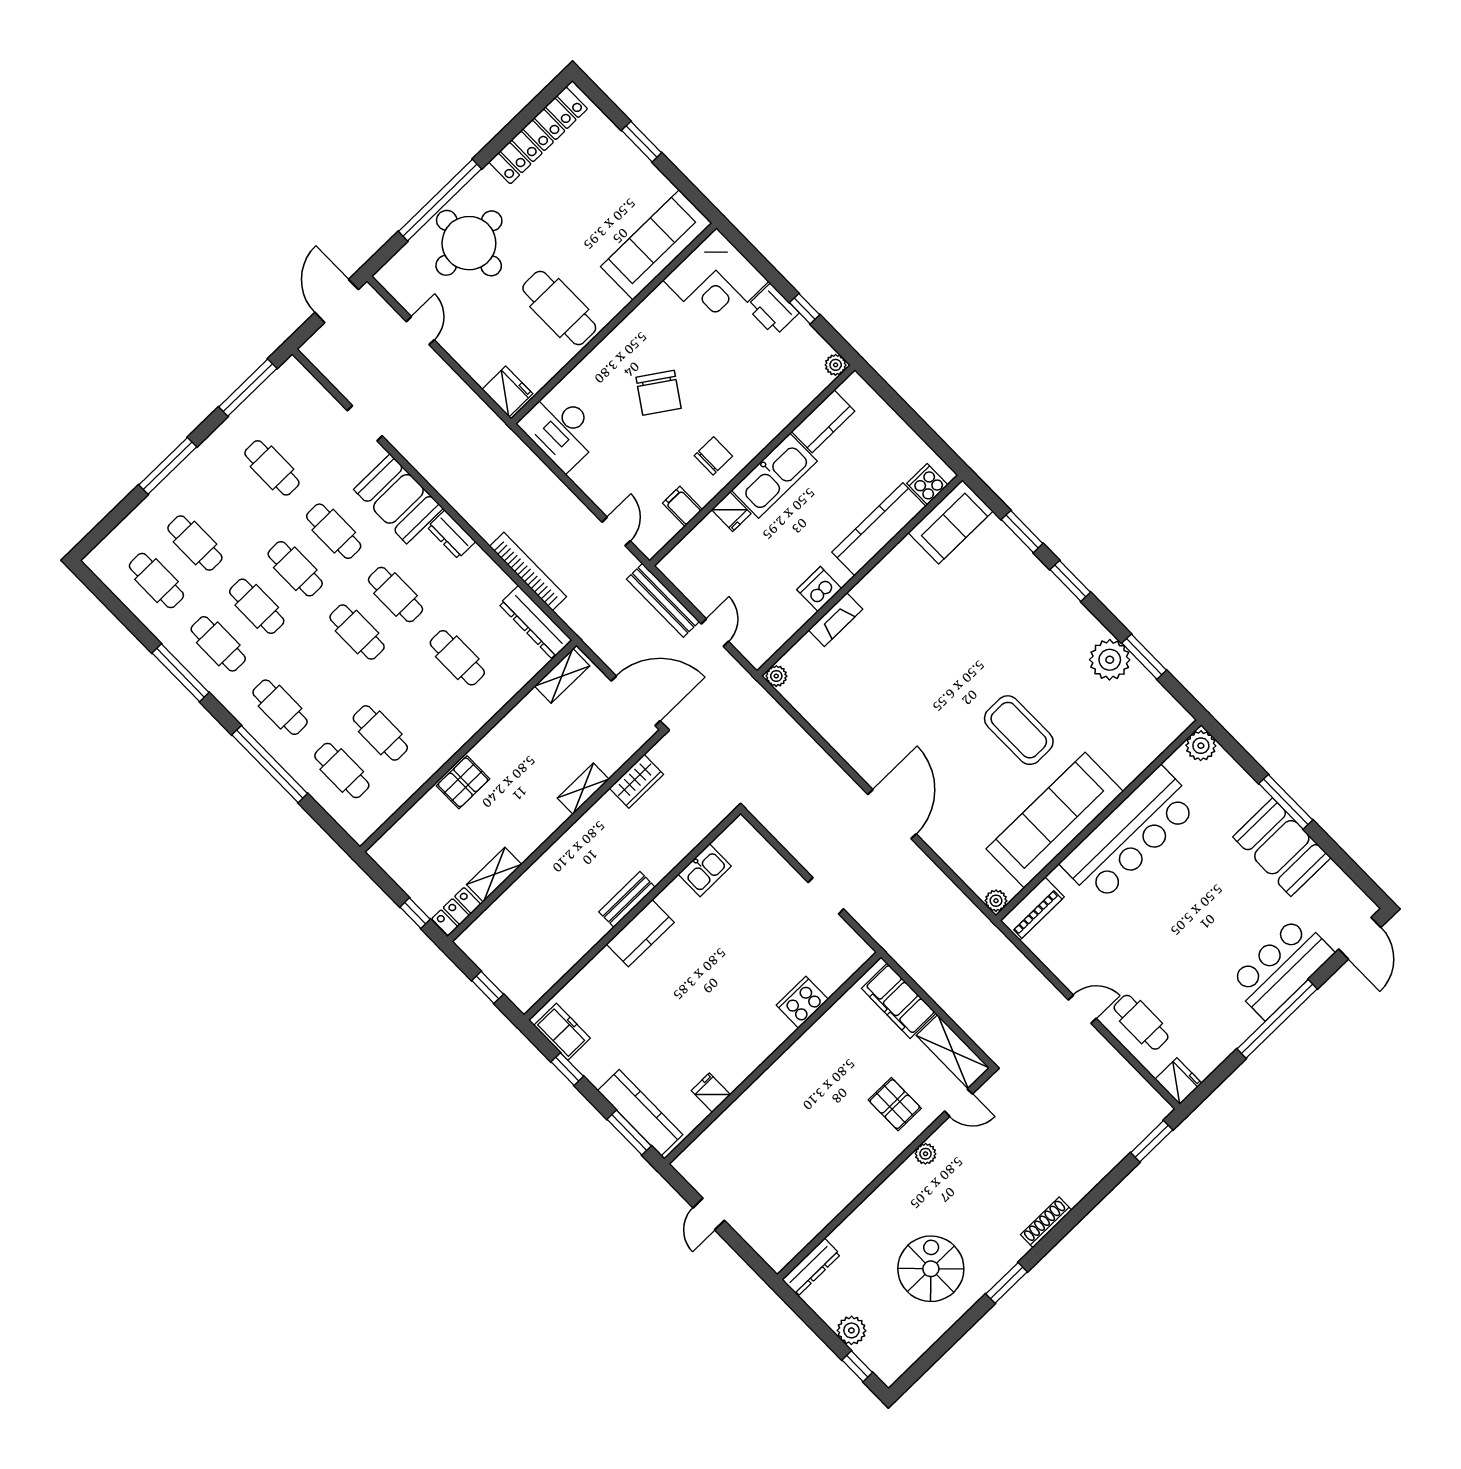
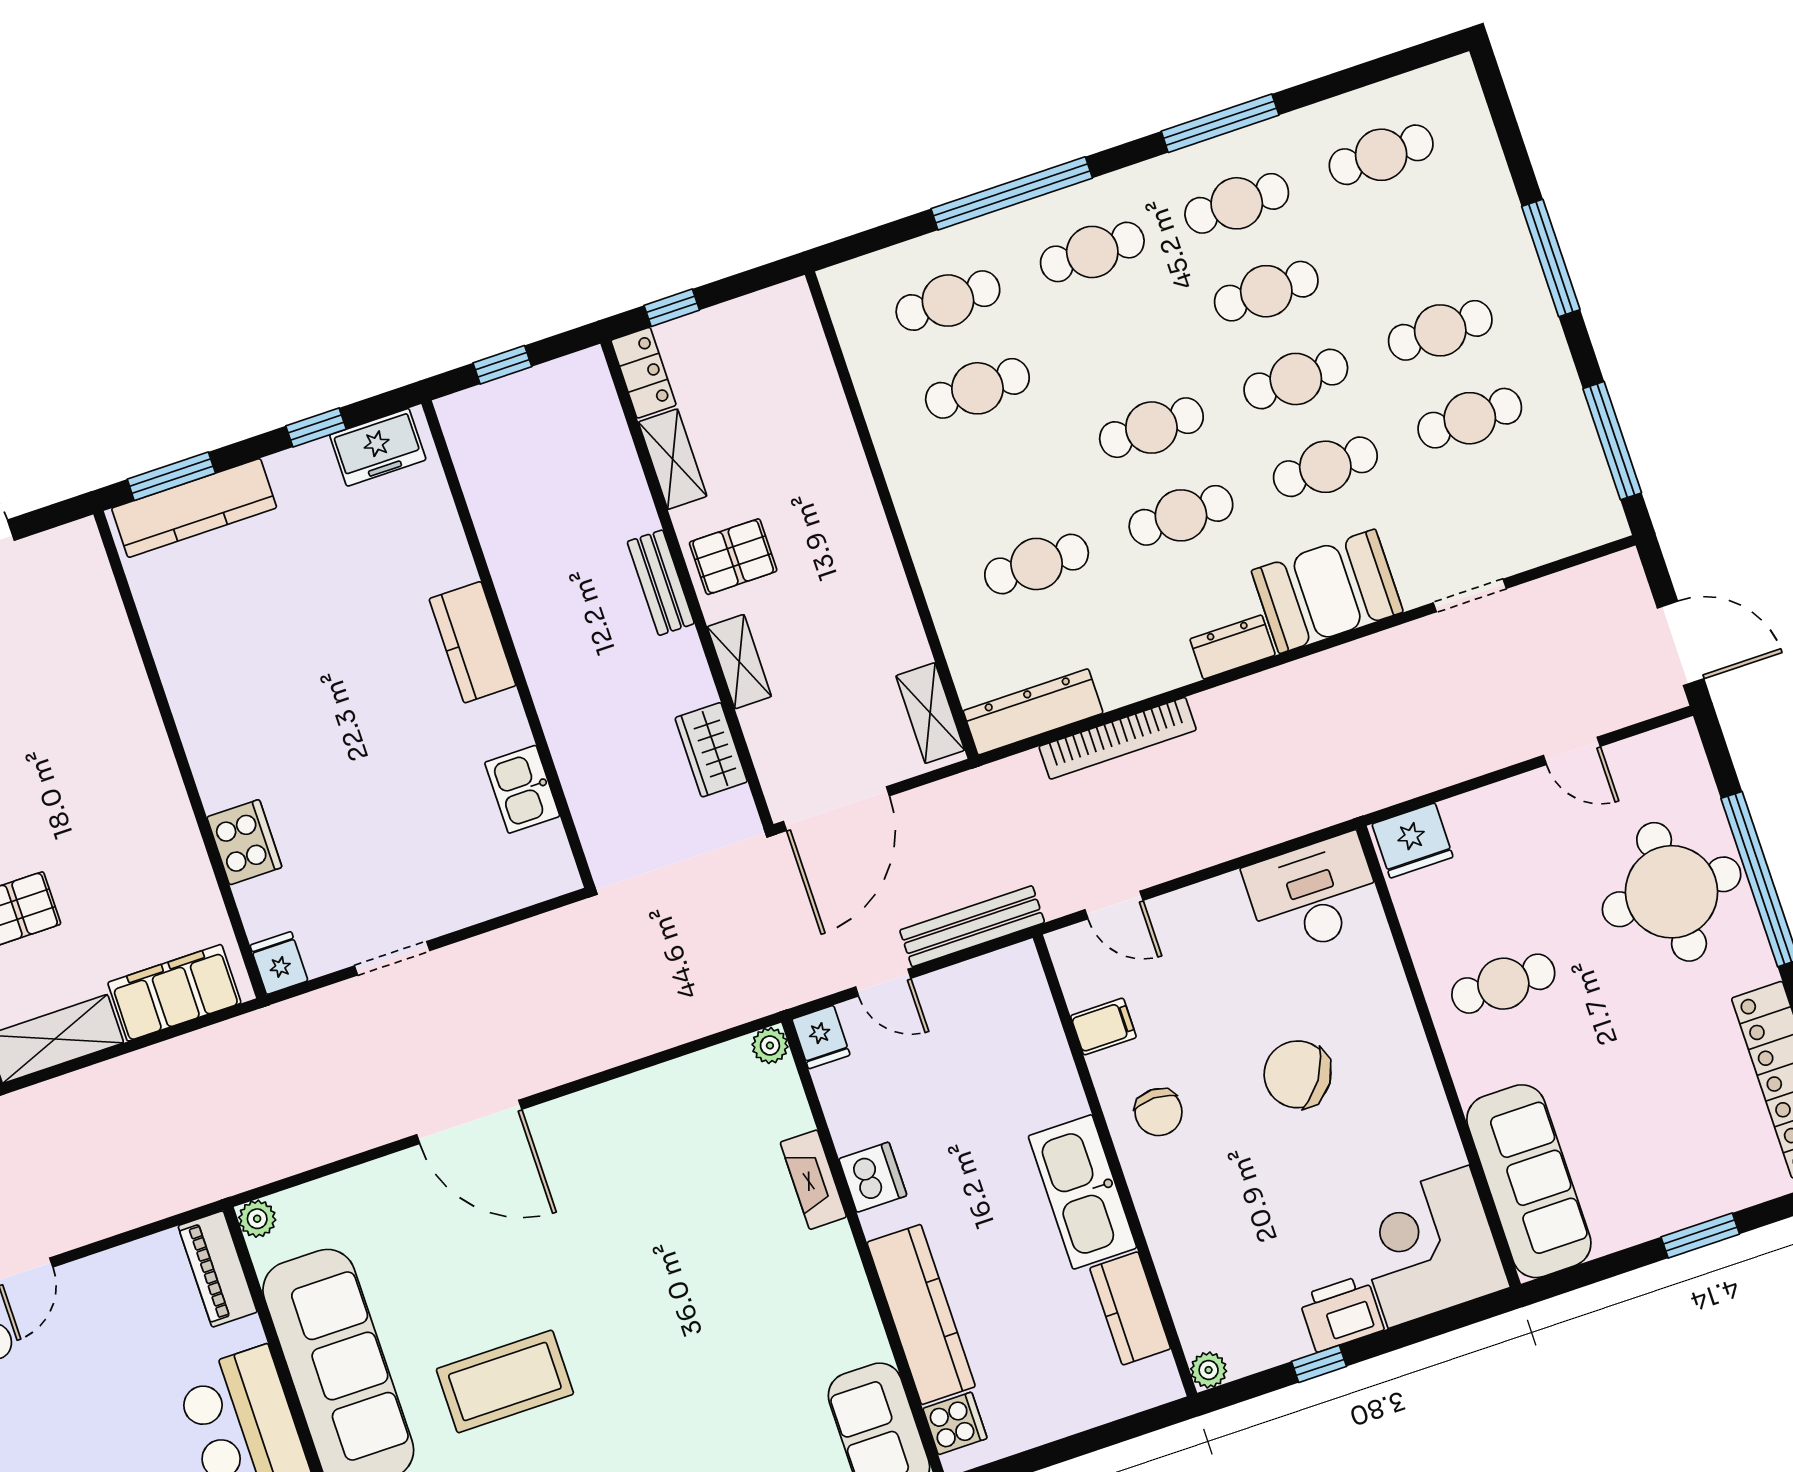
cafe table: (559, 308) -> (1503, 984), width x0.73, depth x0.74
fridge: (731, 512) -> (821, 1037), moved, turned -90
cafe table: (195, 543) -> (1440, 330), moved
pallet: (463, 782) -> (733, 557), moved, turned 90
bench: (627, 900) -> (661, 583), moved
fridge: (711, 1093) -> (279, 963), moved, turned -90

